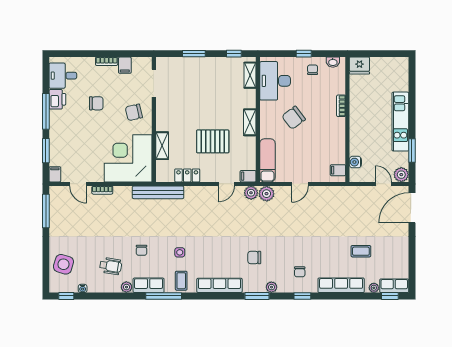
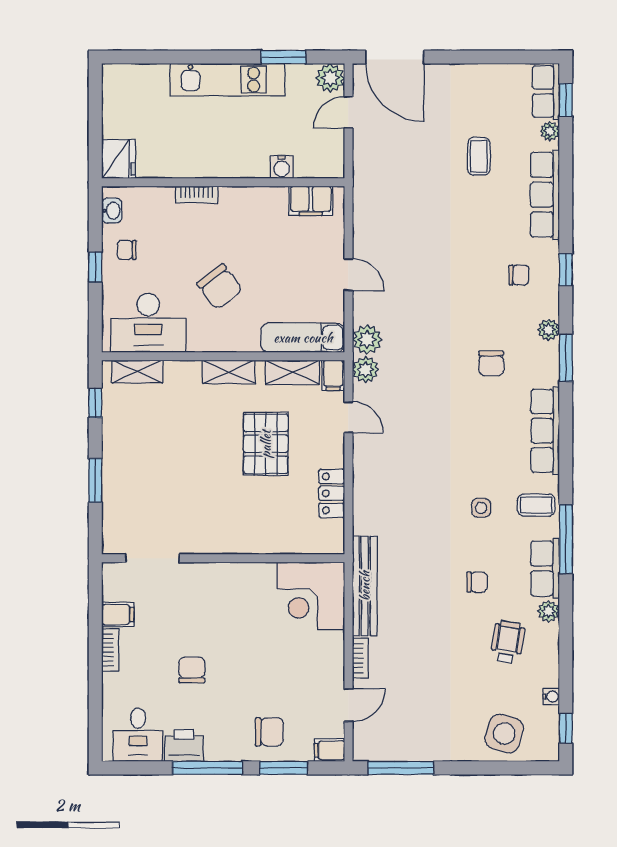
chair: (134, 112) -> (269, 732), moved, turned -77
shelving: (162, 146) -> (293, 372), moved
corner desk: (128, 158) -> (311, 596), width x0.74, depth x0.74
water cooler: (355, 162) -> (282, 167), moved
filing cabinet: (338, 170) -> (311, 201), width x2.00
bench: (158, 192) -> (365, 586), moved

